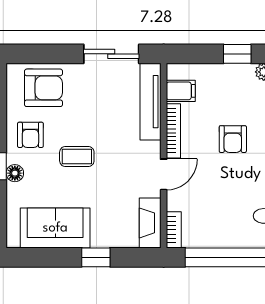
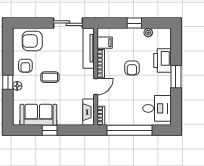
armchair: (43, 88) -> (32, 41), turned 180
window: (96, 257) -> (50, 130), moved

